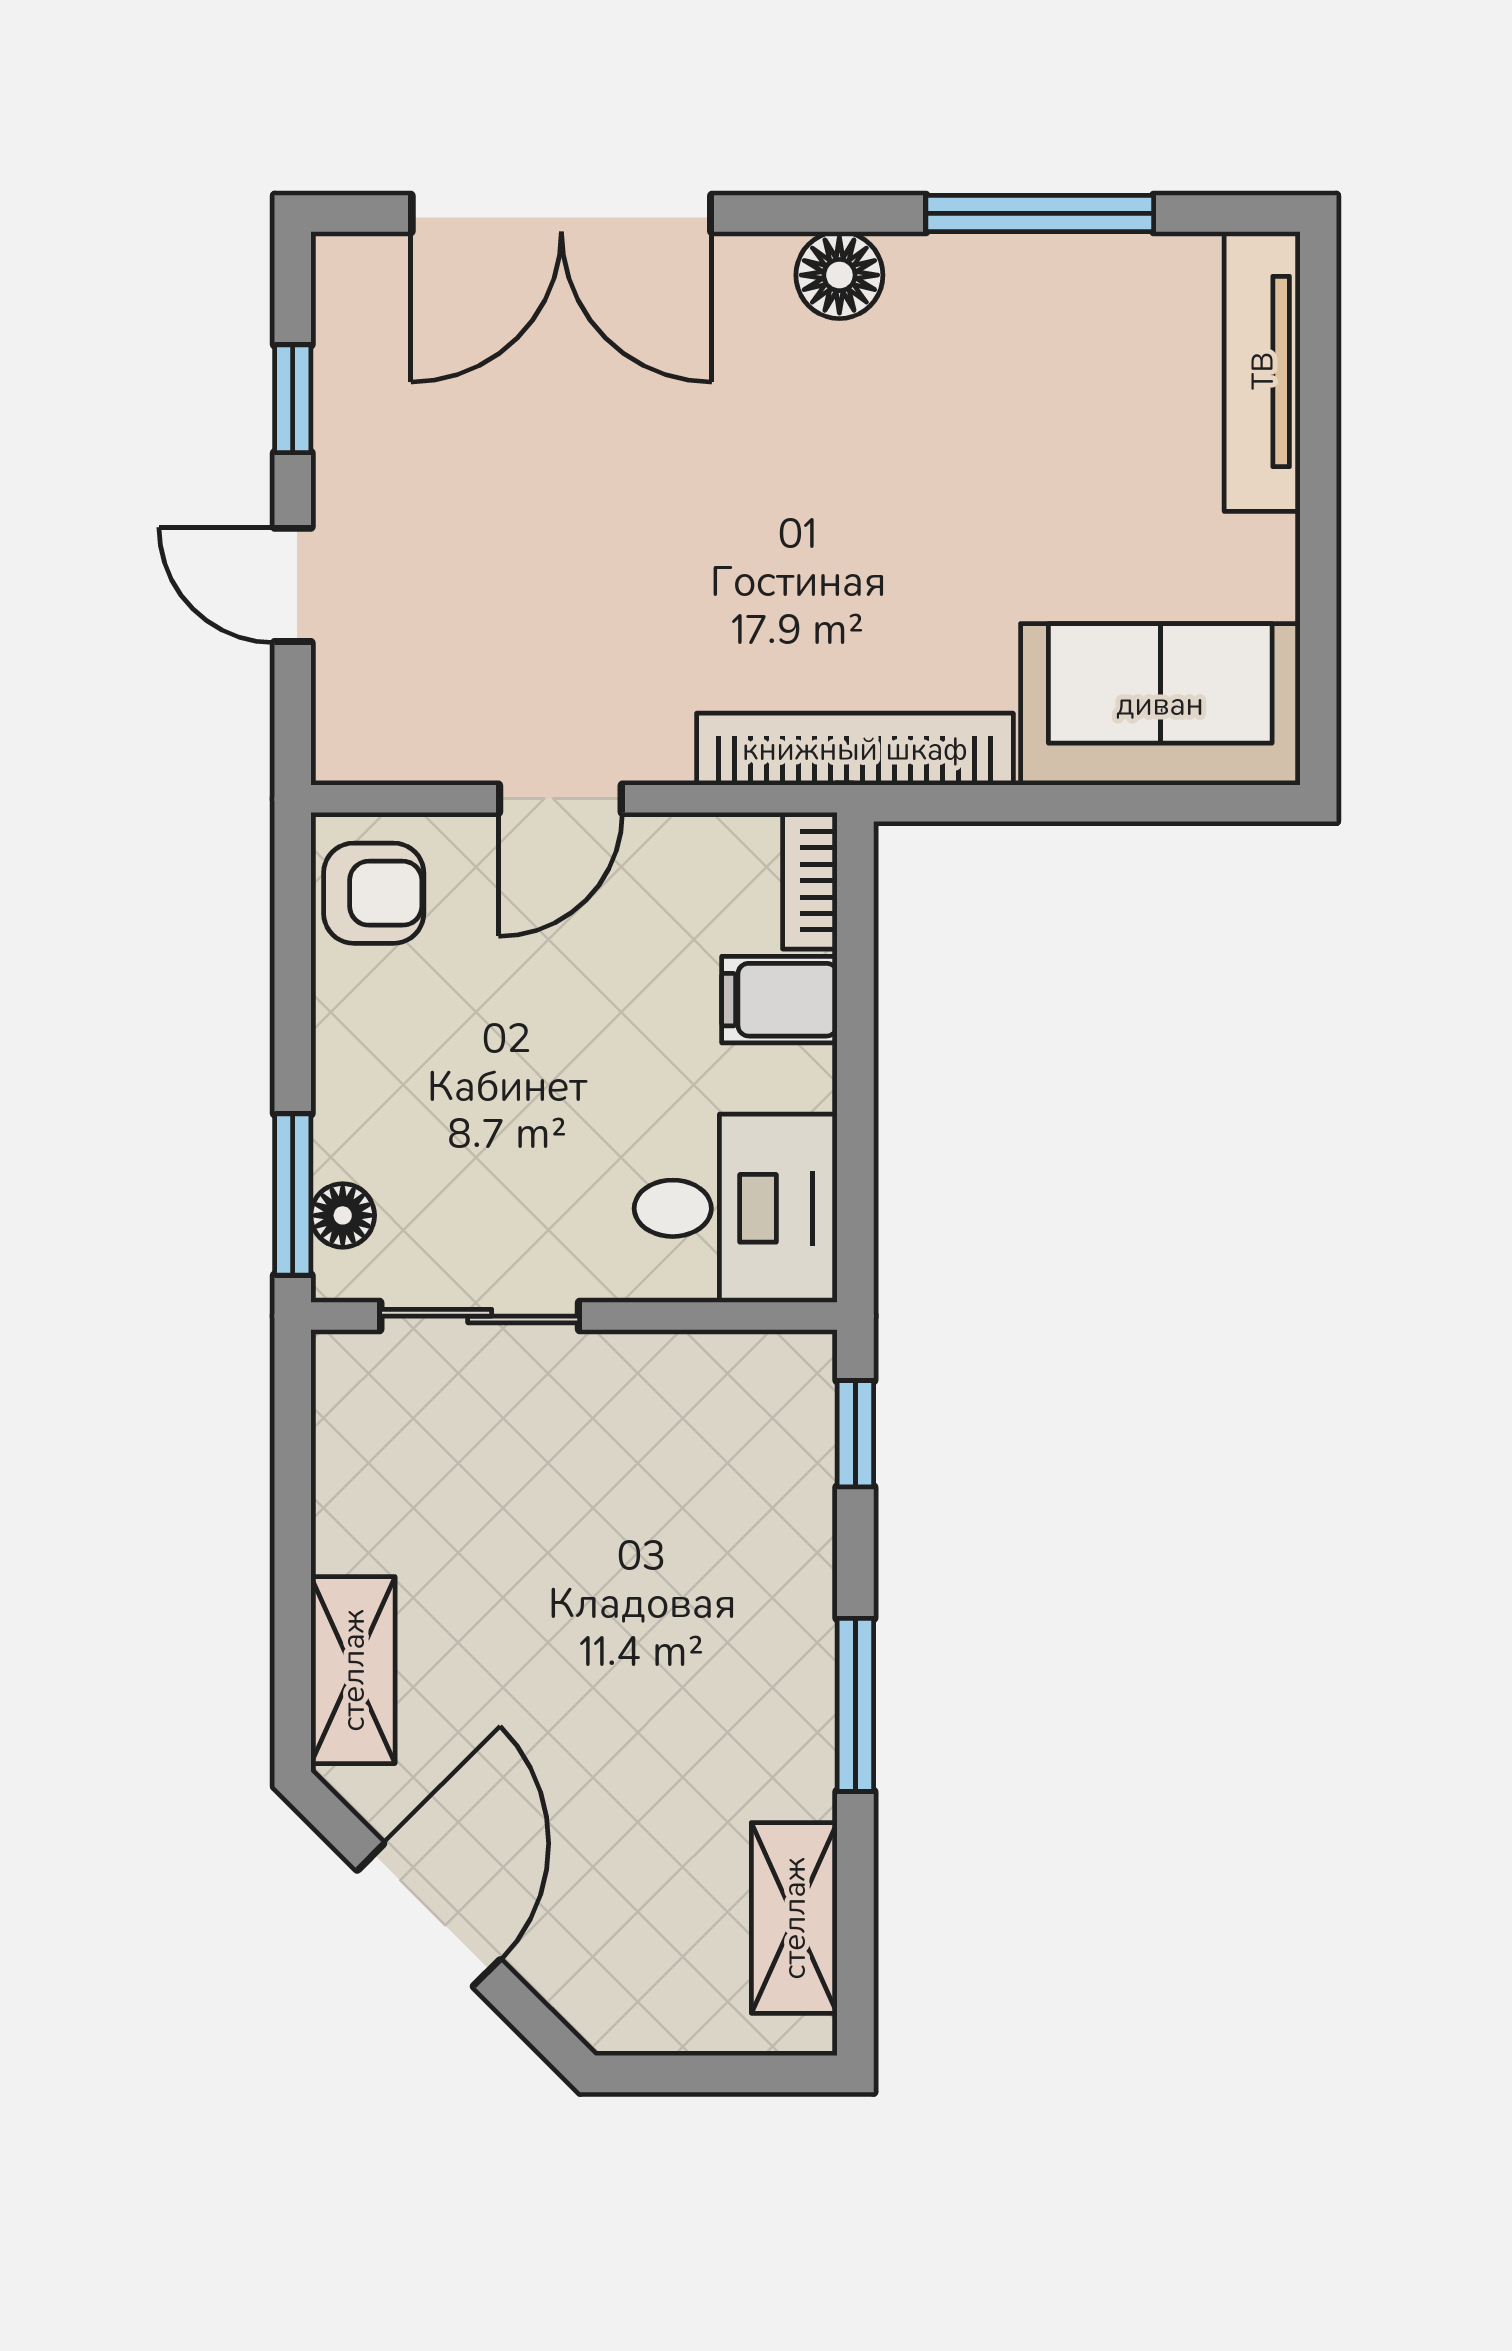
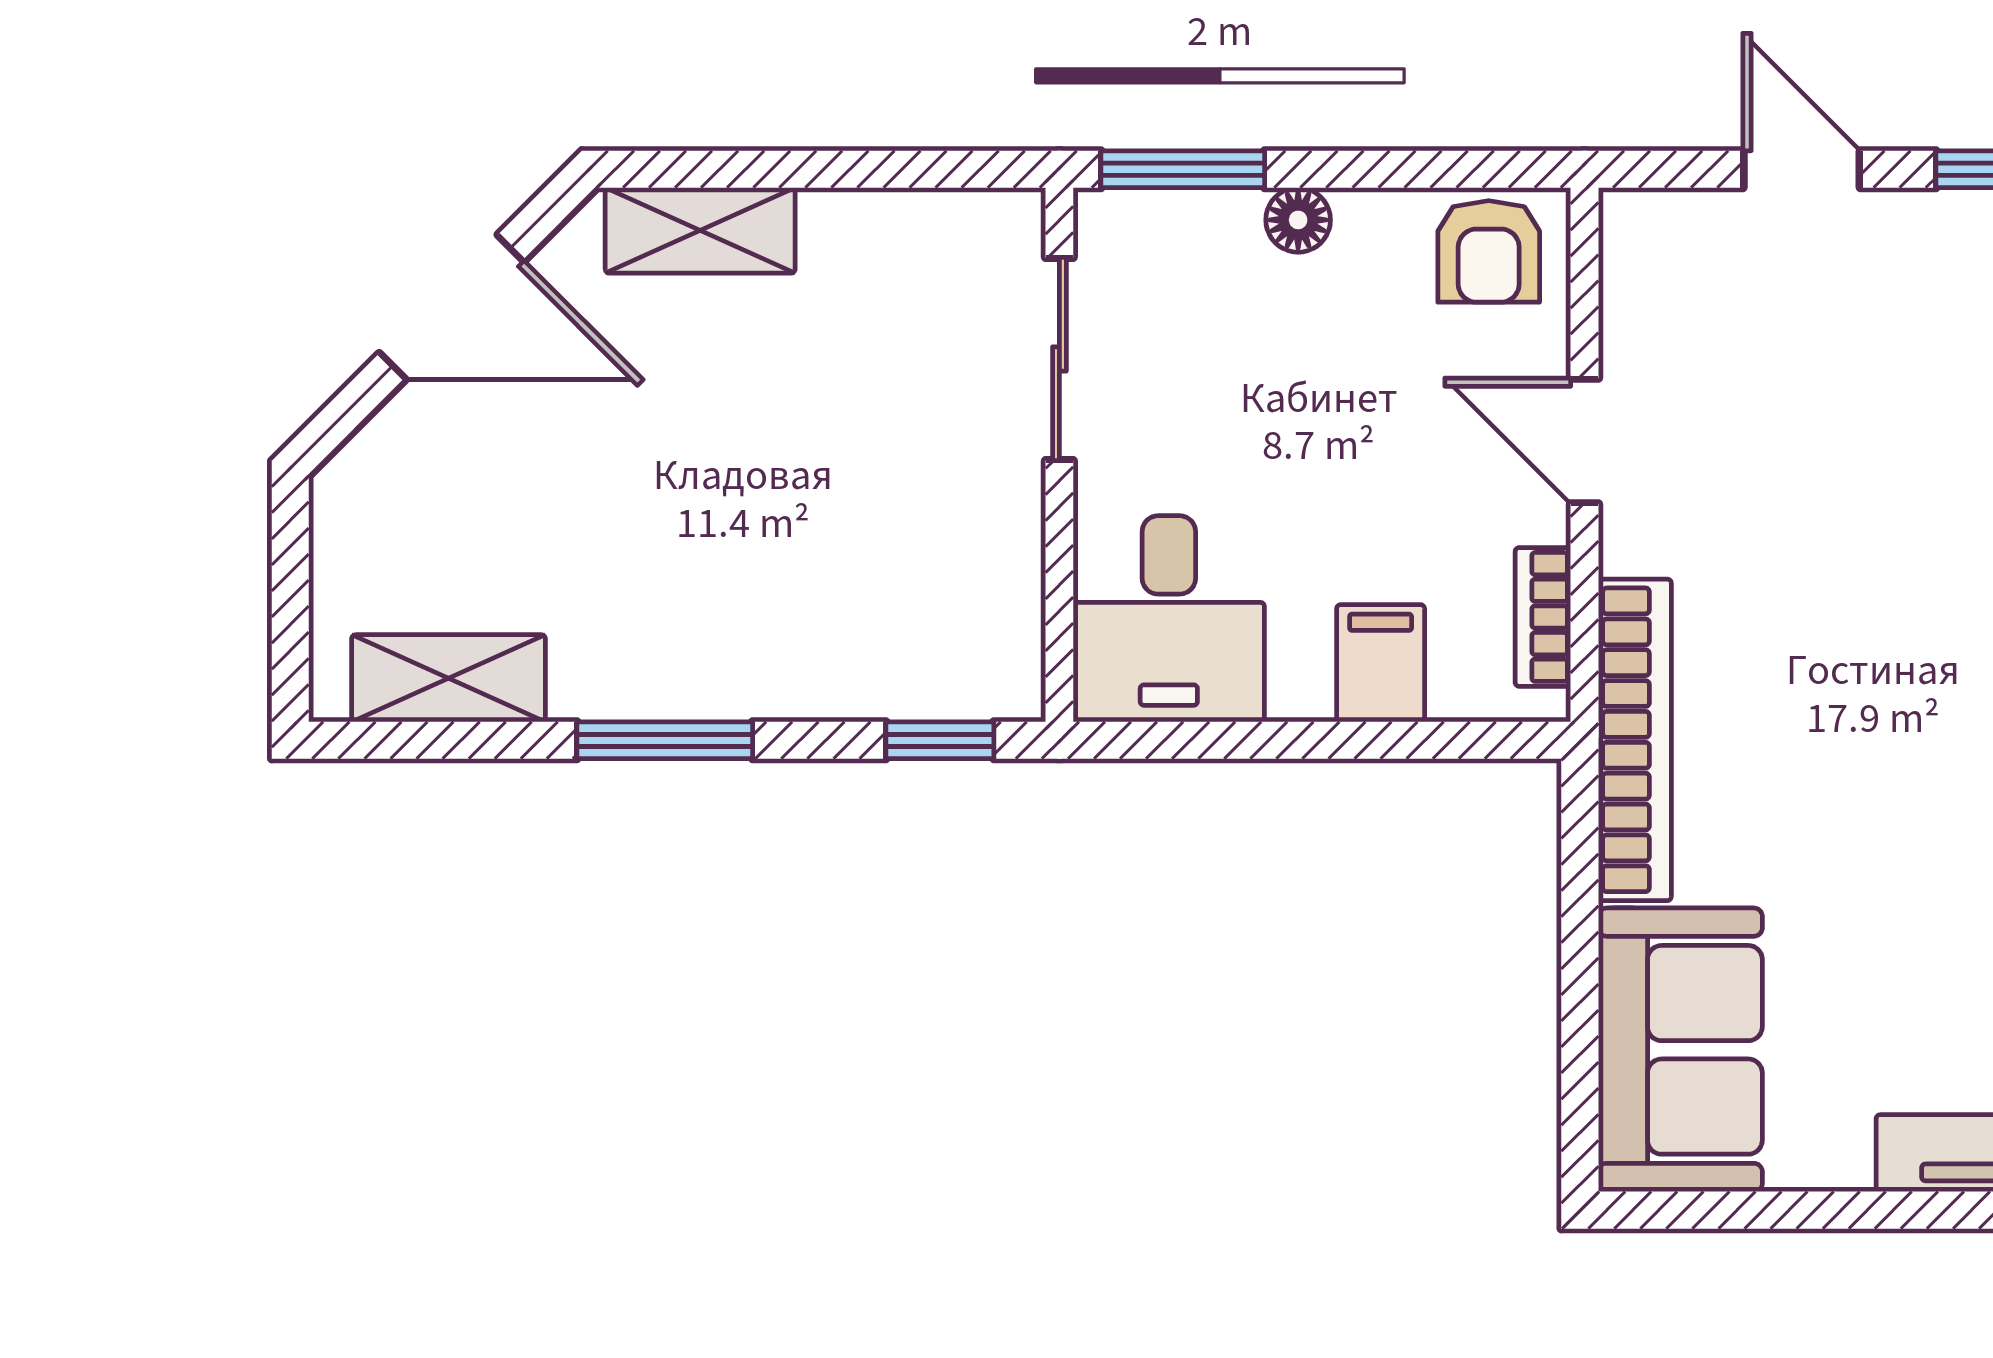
door: (293, 585) -> (1802, 169), hinge flipped
bookcase: (810, 881) -> (1543, 617), moved, turned -90
floor lamp: (343, 1215) -> (1298, 220), moved

